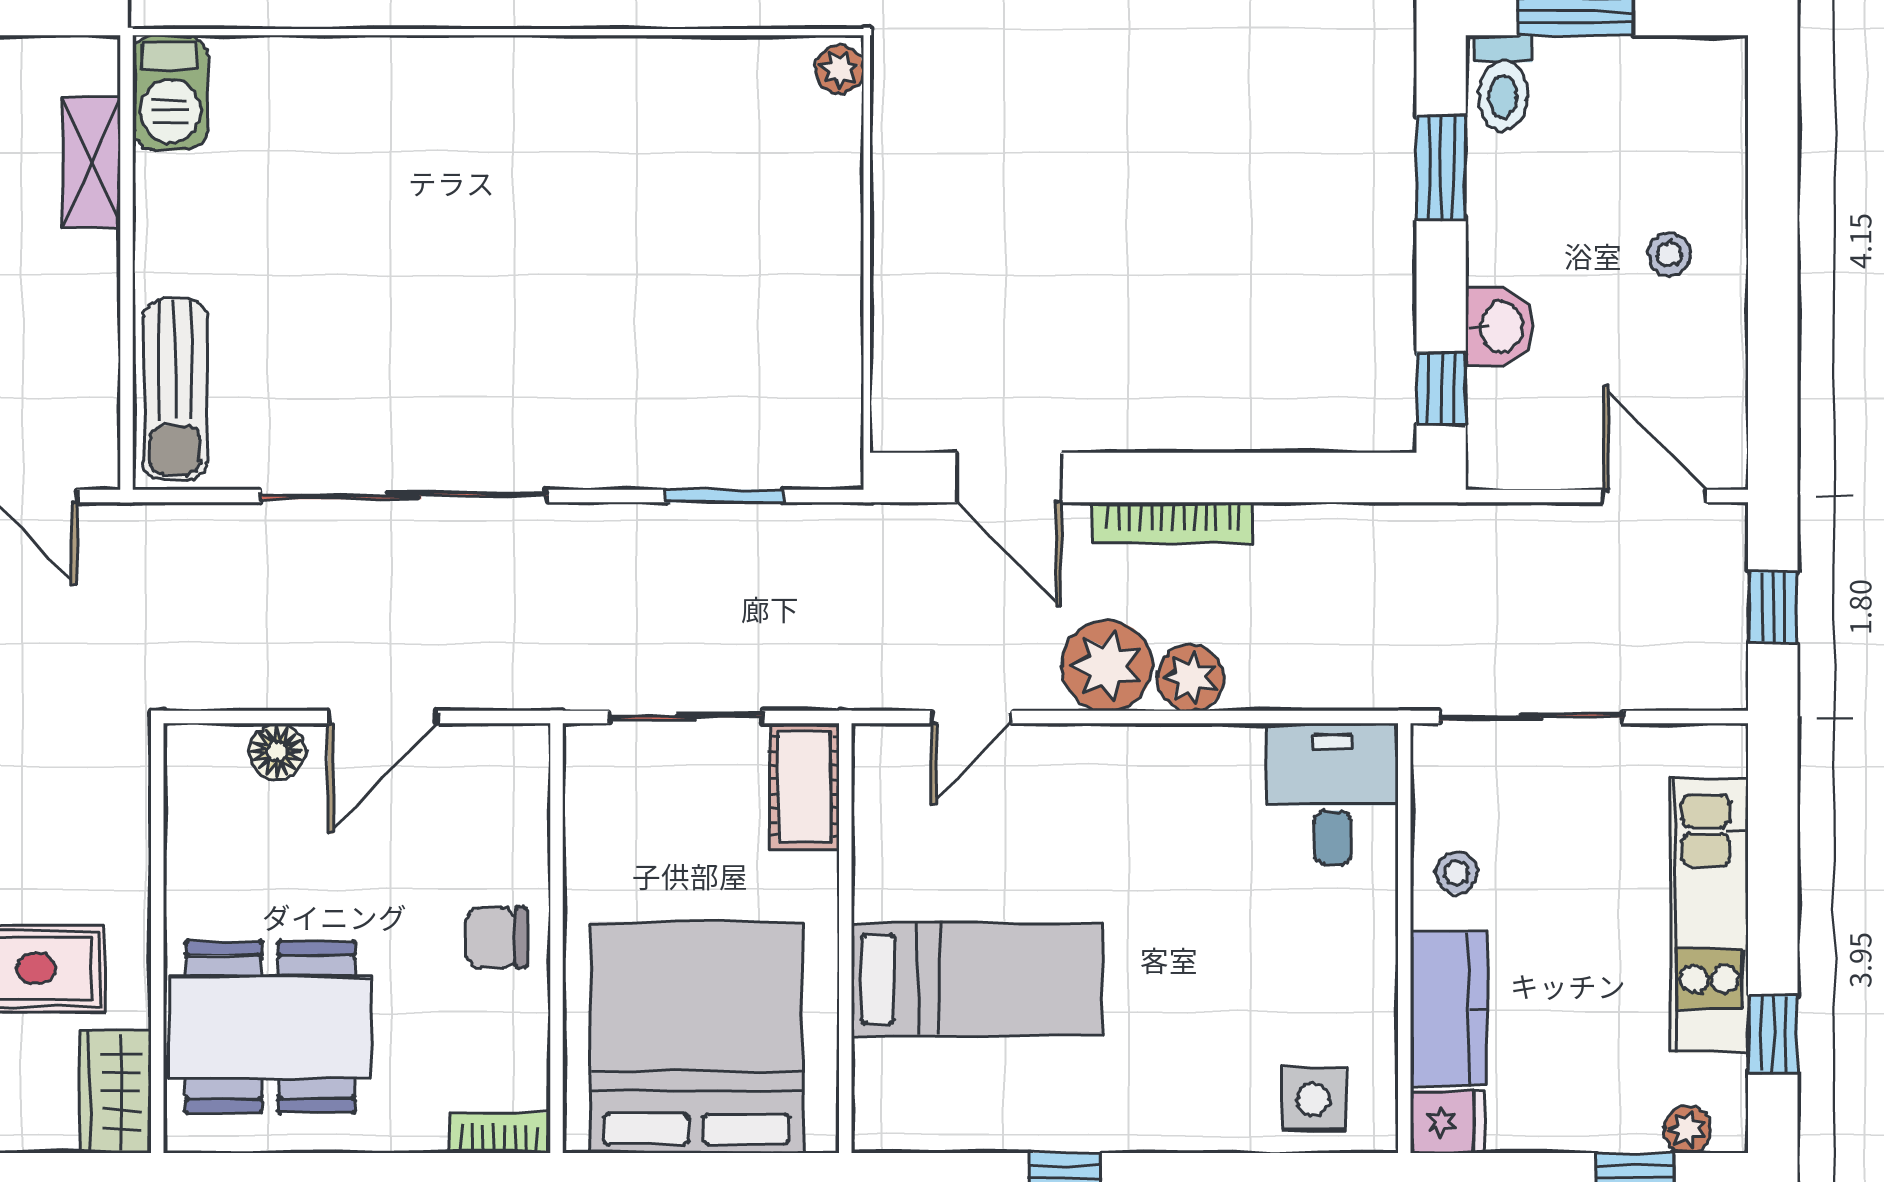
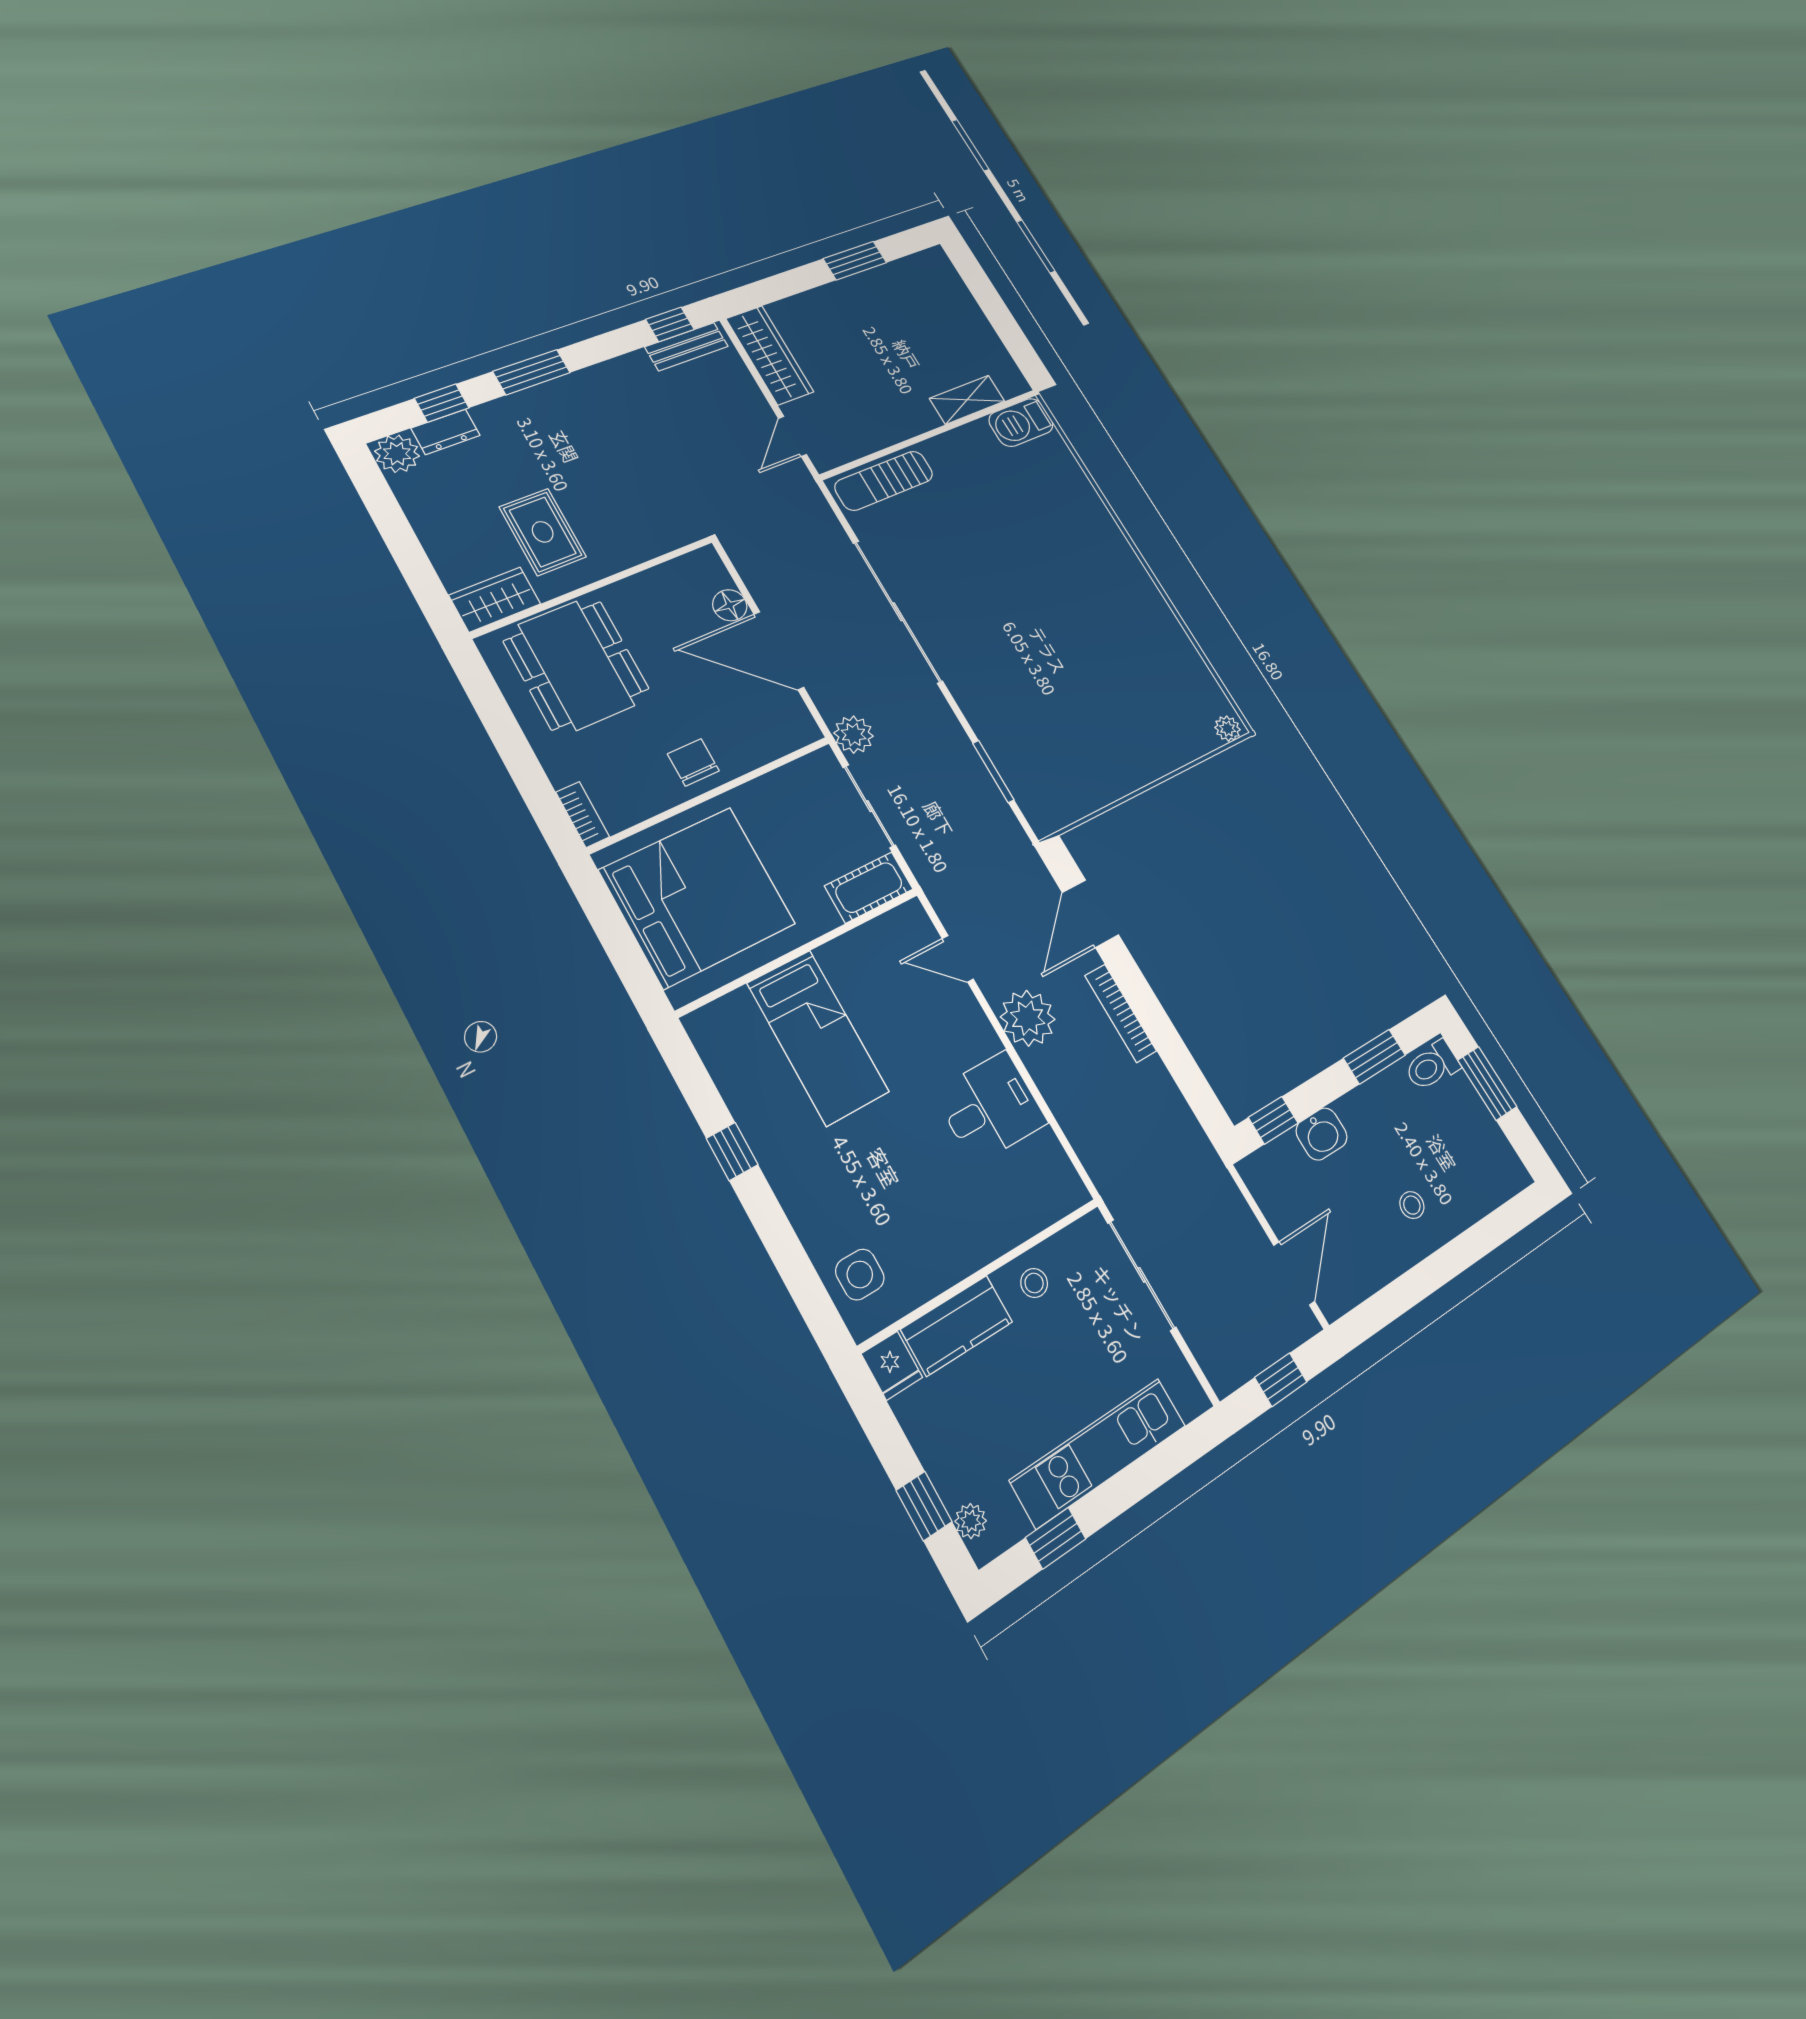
plant: (1190, 678) -> (854, 735), moved
door: (383, 717) -> (779, 651), width x1.36
desk: (1332, 794) -> (990, 1107), moved

